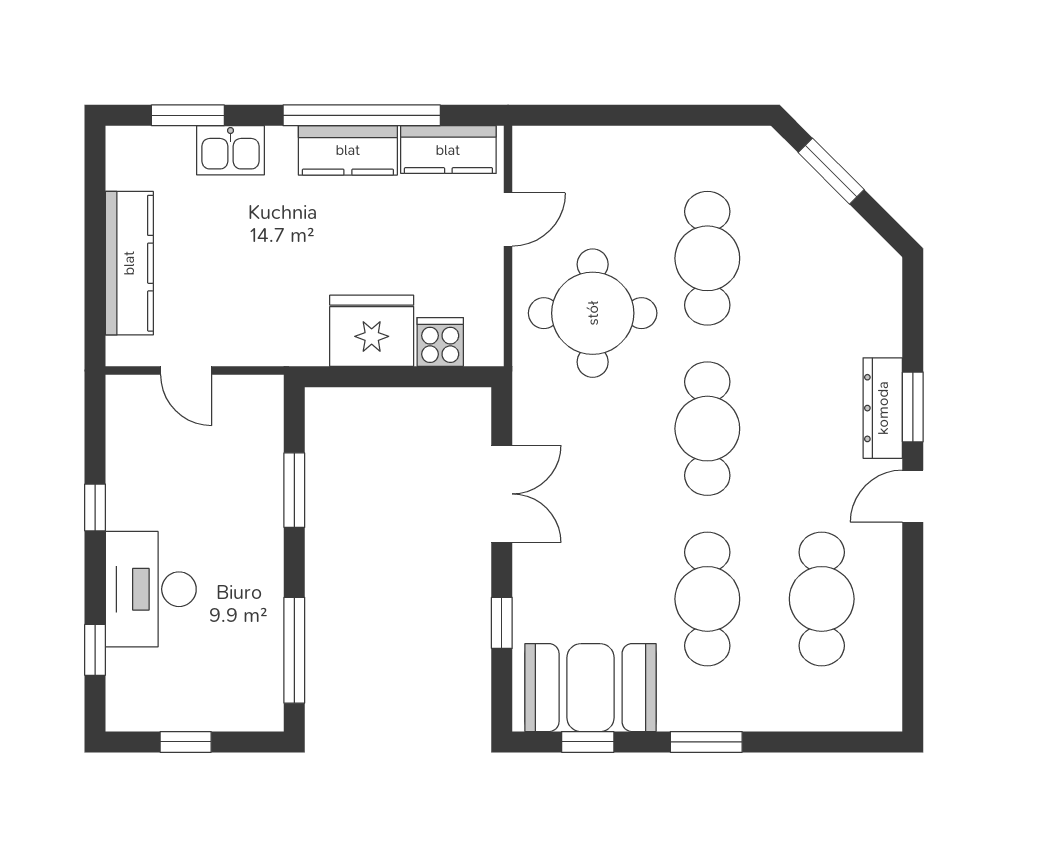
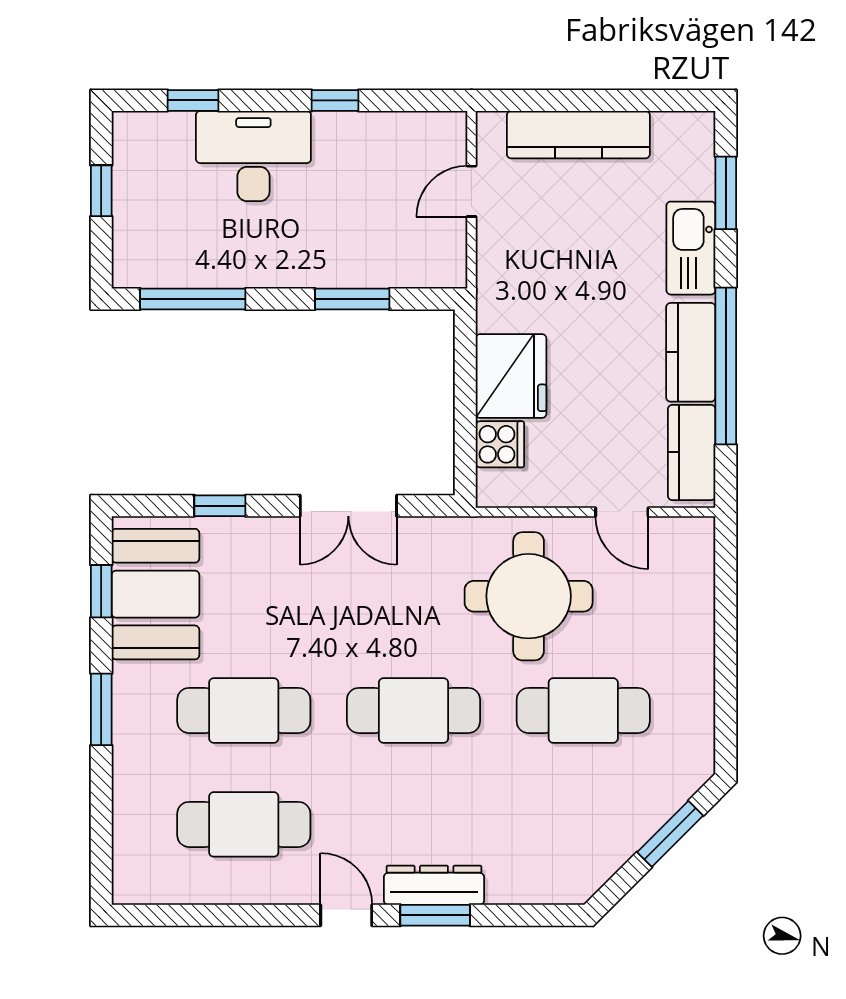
kitchen sink: (230, 150) -> (691, 248), width x1.38

